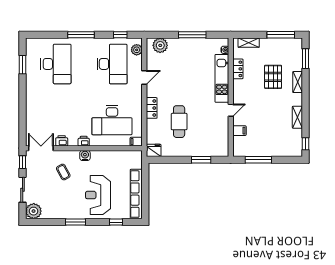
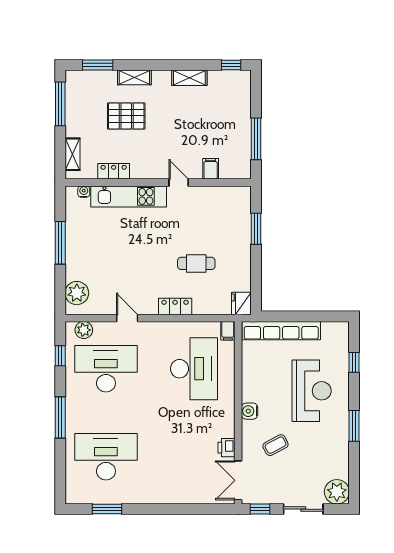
cafe table: (179, 122) -> (196, 263), width x0.73, depth x0.74
printer: (84, 141) -> (227, 413), removed
row of seats: (136, 194) -> (281, 331), moved
reception desk: (98, 195) -> (312, 391), turned -90

